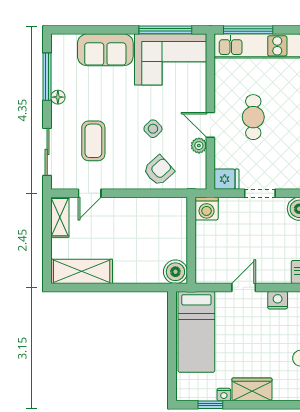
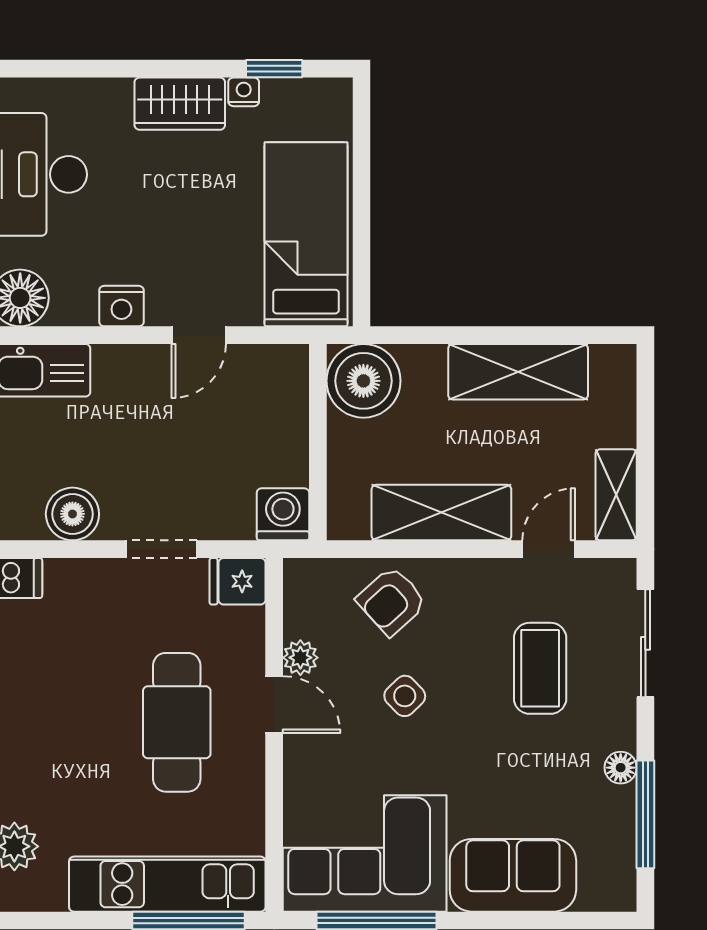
cafe table: (253, 117) -> (177, 722), width x1.37, depth x1.35
shelving: (137, 209) -> (441, 513), added
shelving: (82, 271) -> (518, 372), moved
boiler: (175, 272) -> (363, 381), width x1.37, depth x1.37

